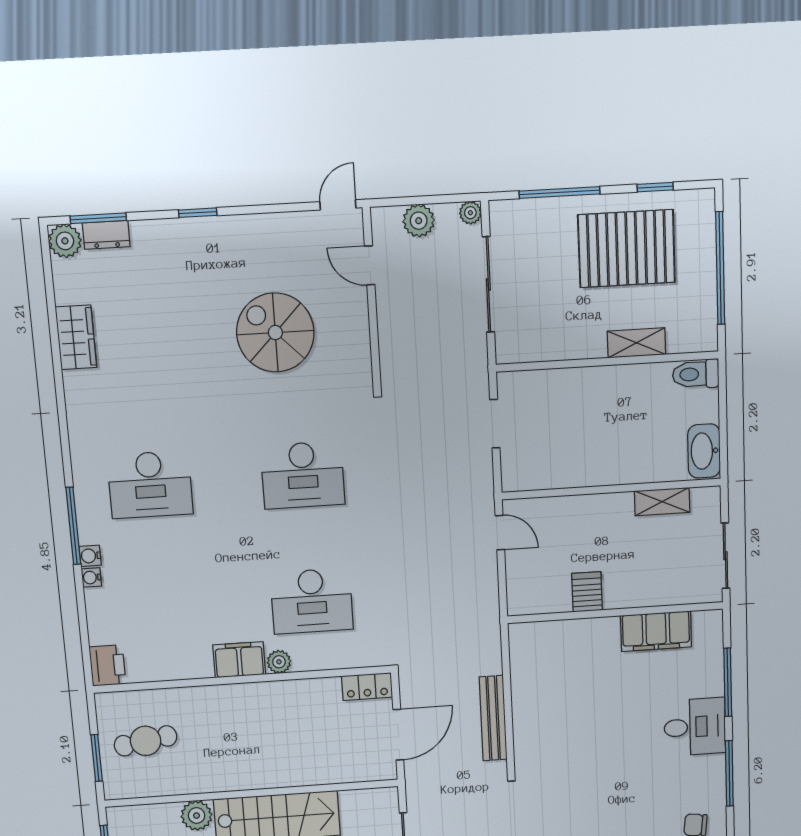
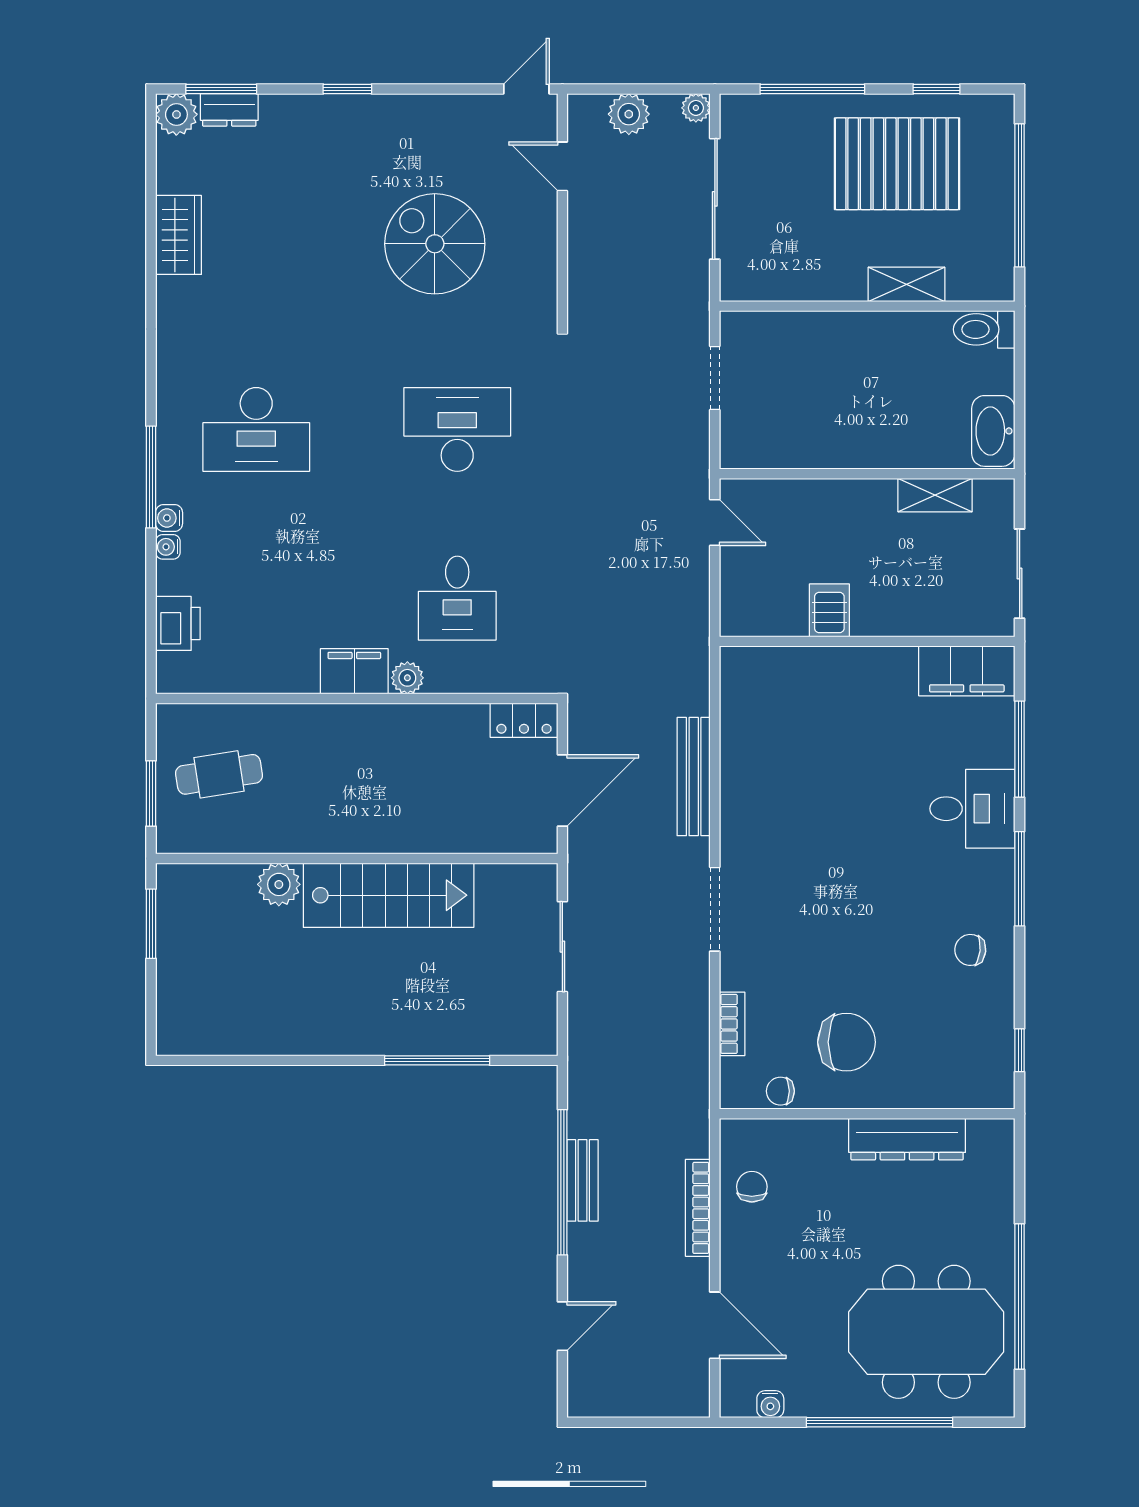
desk: (303, 475) -> (457, 429), turned 180
desk: (312, 601) -> (457, 598), width x0.73
filing cabinet: (656, 631) -> (967, 671), moved
printer: (108, 665) -> (178, 623), moved

